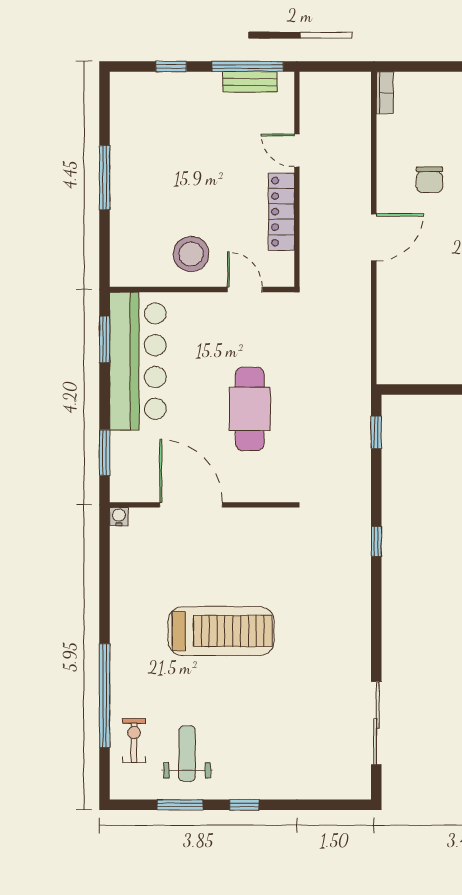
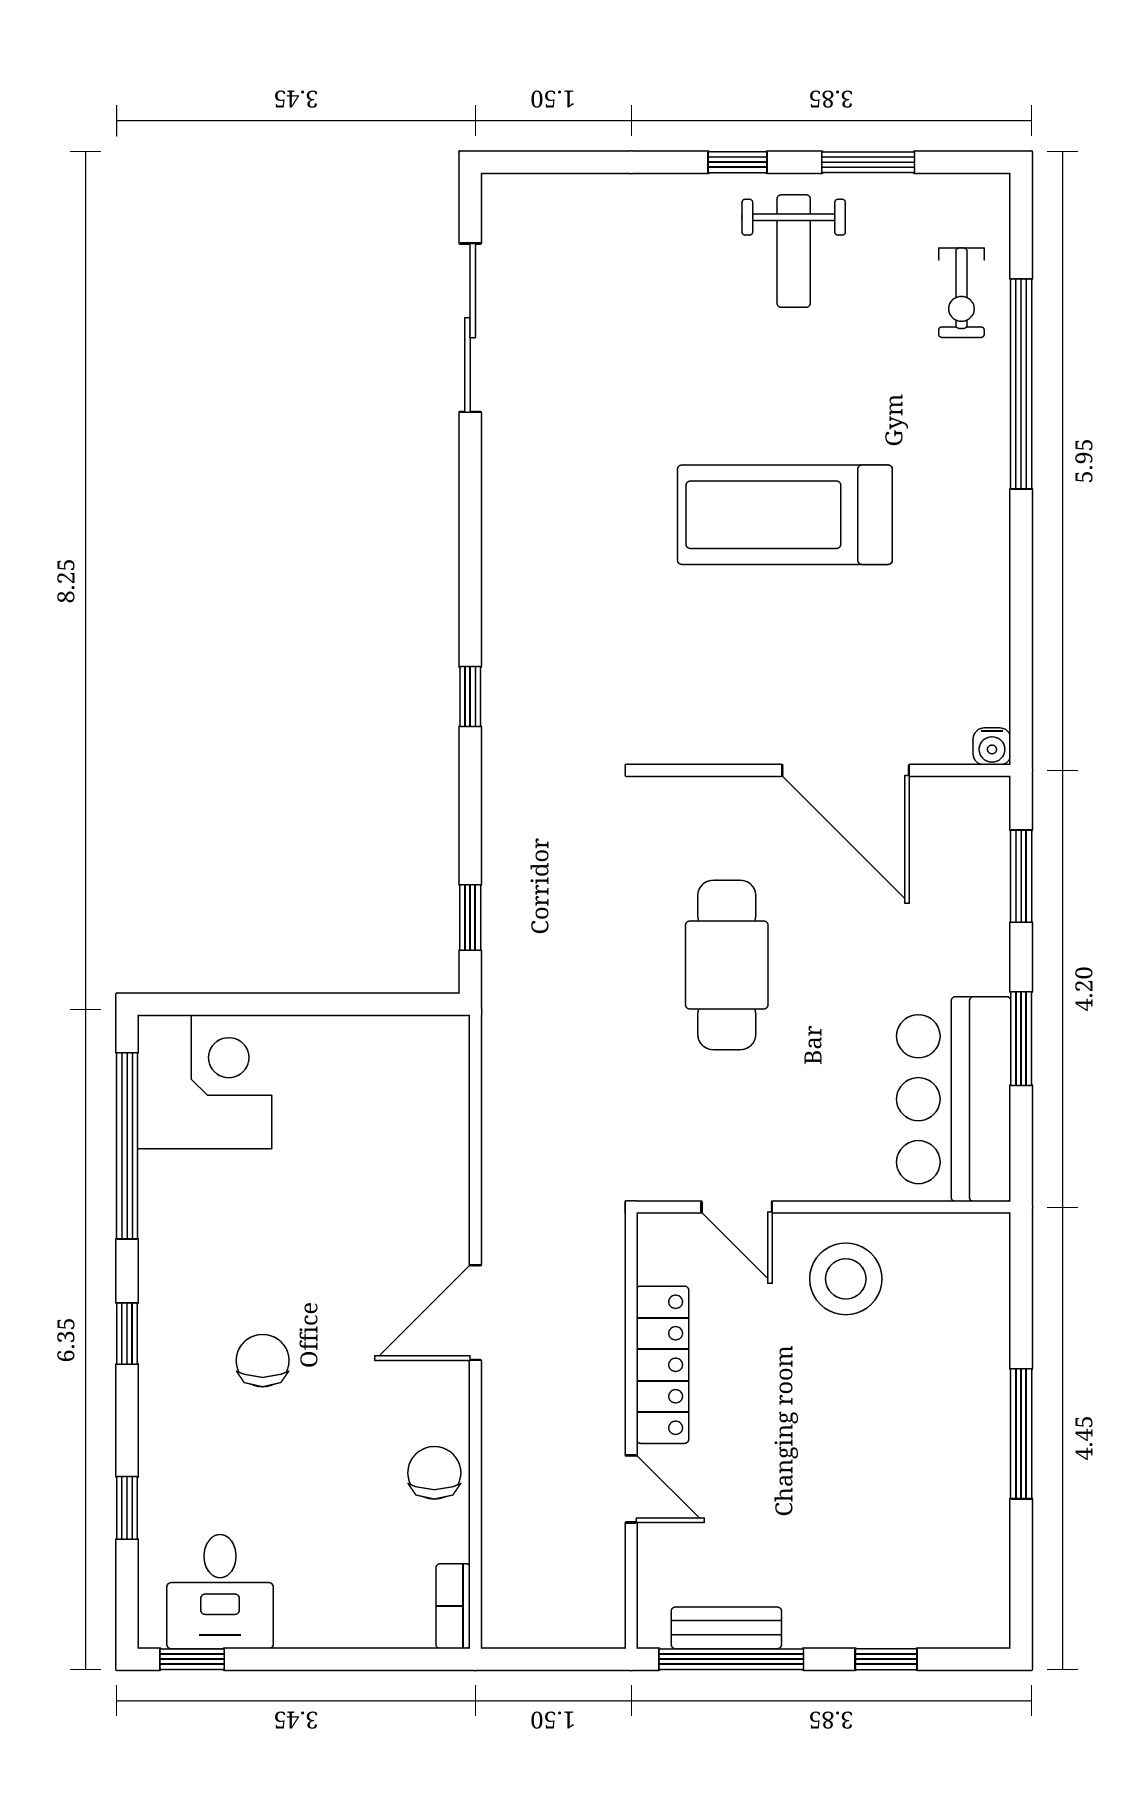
chair: (429, 180) -> (434, 1473), moved
window: (105, 339) -> (1021, 1039), moved
bar counter: (138, 361) -> (954, 1099), width x0.73
weight bench: (187, 754) -> (794, 251), moved

